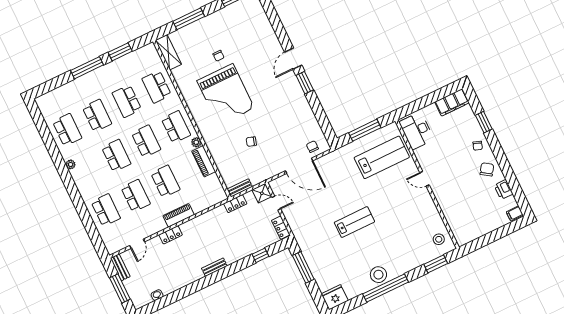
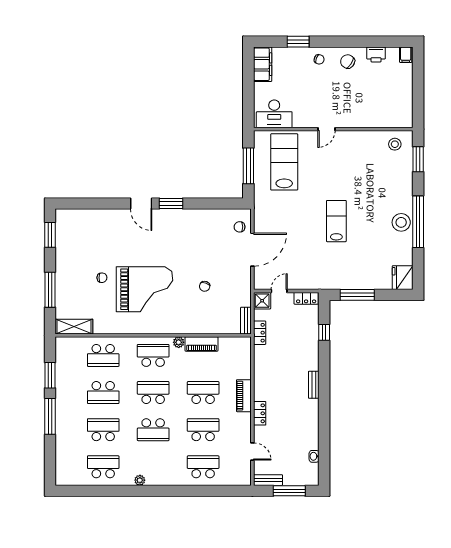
school desk: (116, 156) -> (153, 430), turned 180

